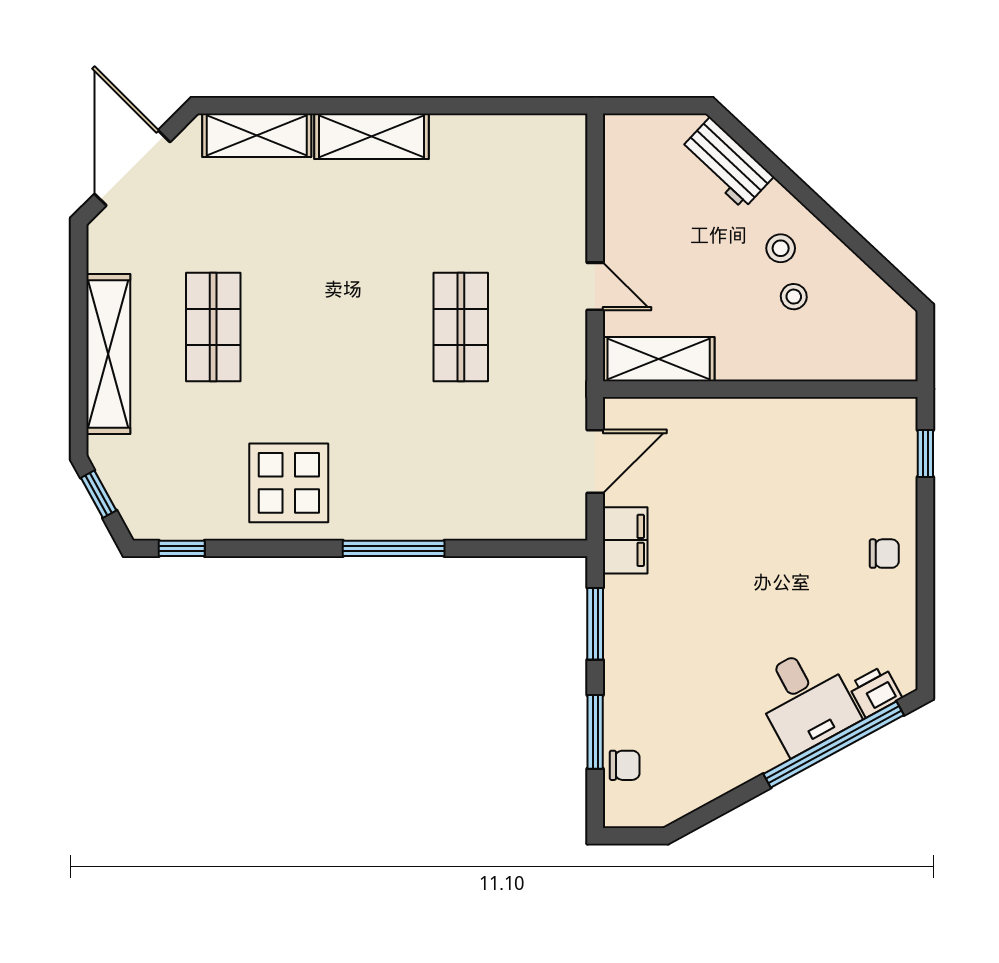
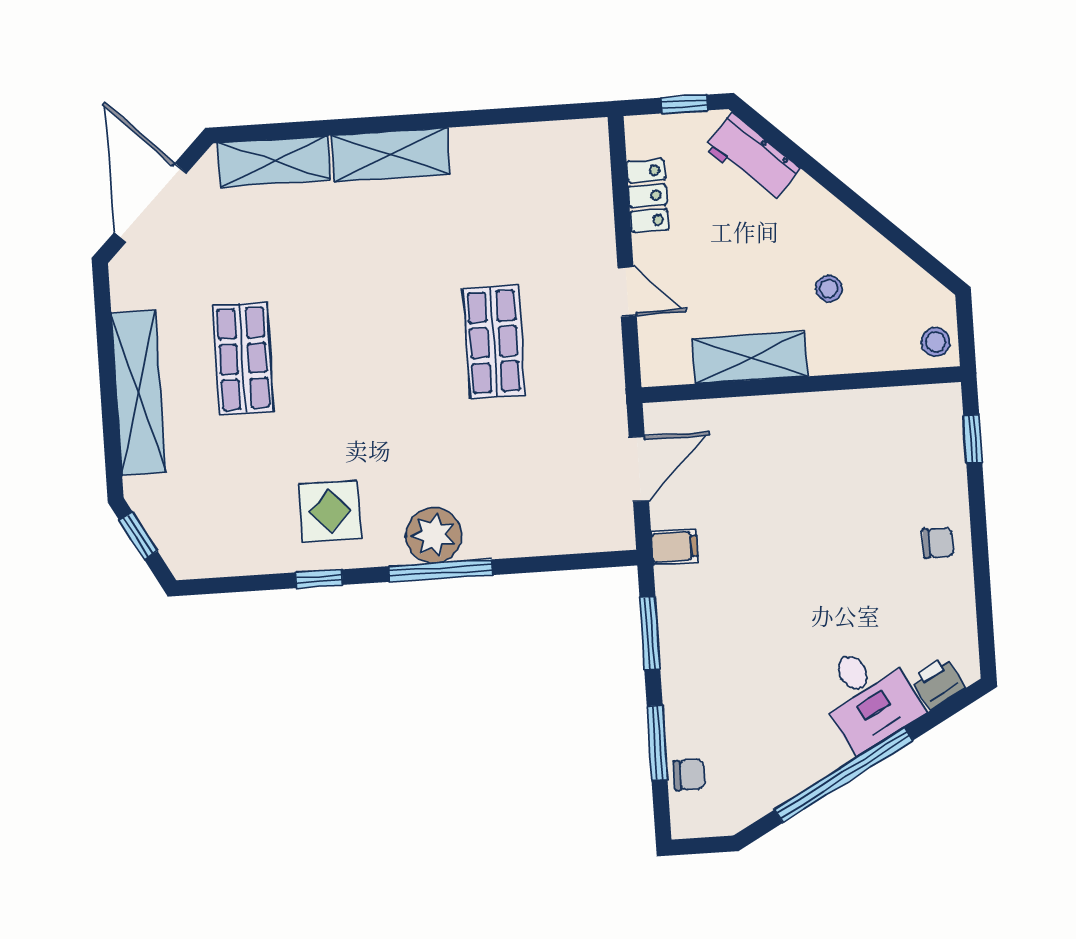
window: (664, 106) -> (684, 104), added
locker: (622, 193) -> (648, 196), added
stool: (781, 248) -> (936, 342), moved
shelving: (659, 359) -> (750, 358), moved
display table: (289, 483) -> (330, 511), width x0.73, depth x0.73
plant: (389, 513) -> (434, 535), added
filing cabinet: (625, 540) -> (675, 547), width x0.50
window: (182, 548) -> (319, 579), moved
window: (834, 745) -> (844, 775), moved

